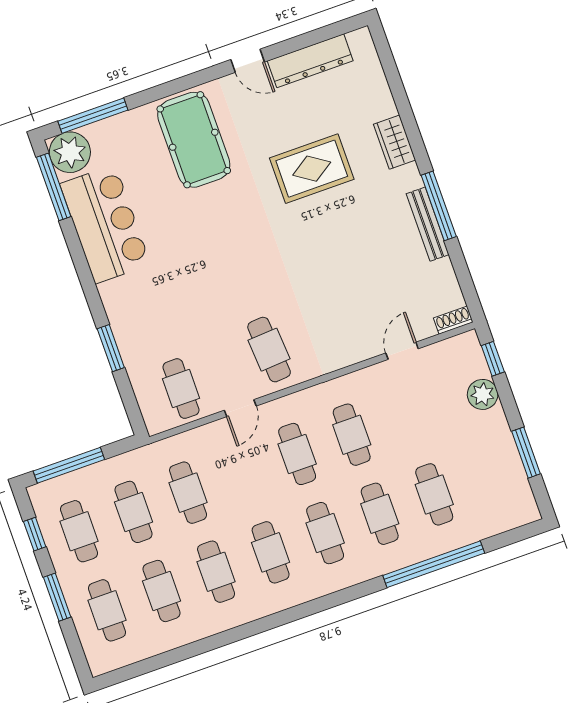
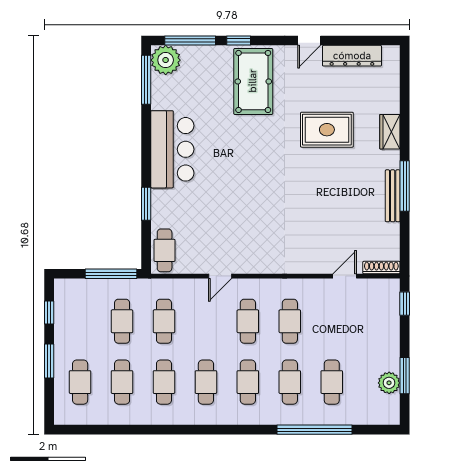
door: (248, 61) -> (309, 41), hinge flipped
window: (156, 93) -> (239, 41), added
bar counter: (105, 224) -> (172, 149), moved
shoe rack: (453, 320) -> (381, 268), width x1.43
cafe table: (269, 350) -> (254, 243), removed
cafe table: (181, 389) -> (165, 250), moved
plant: (483, 394) -> (389, 383), moved
window: (69, 465) -> (111, 274), moved
cafe table: (79, 531) -> (80, 321), removed

